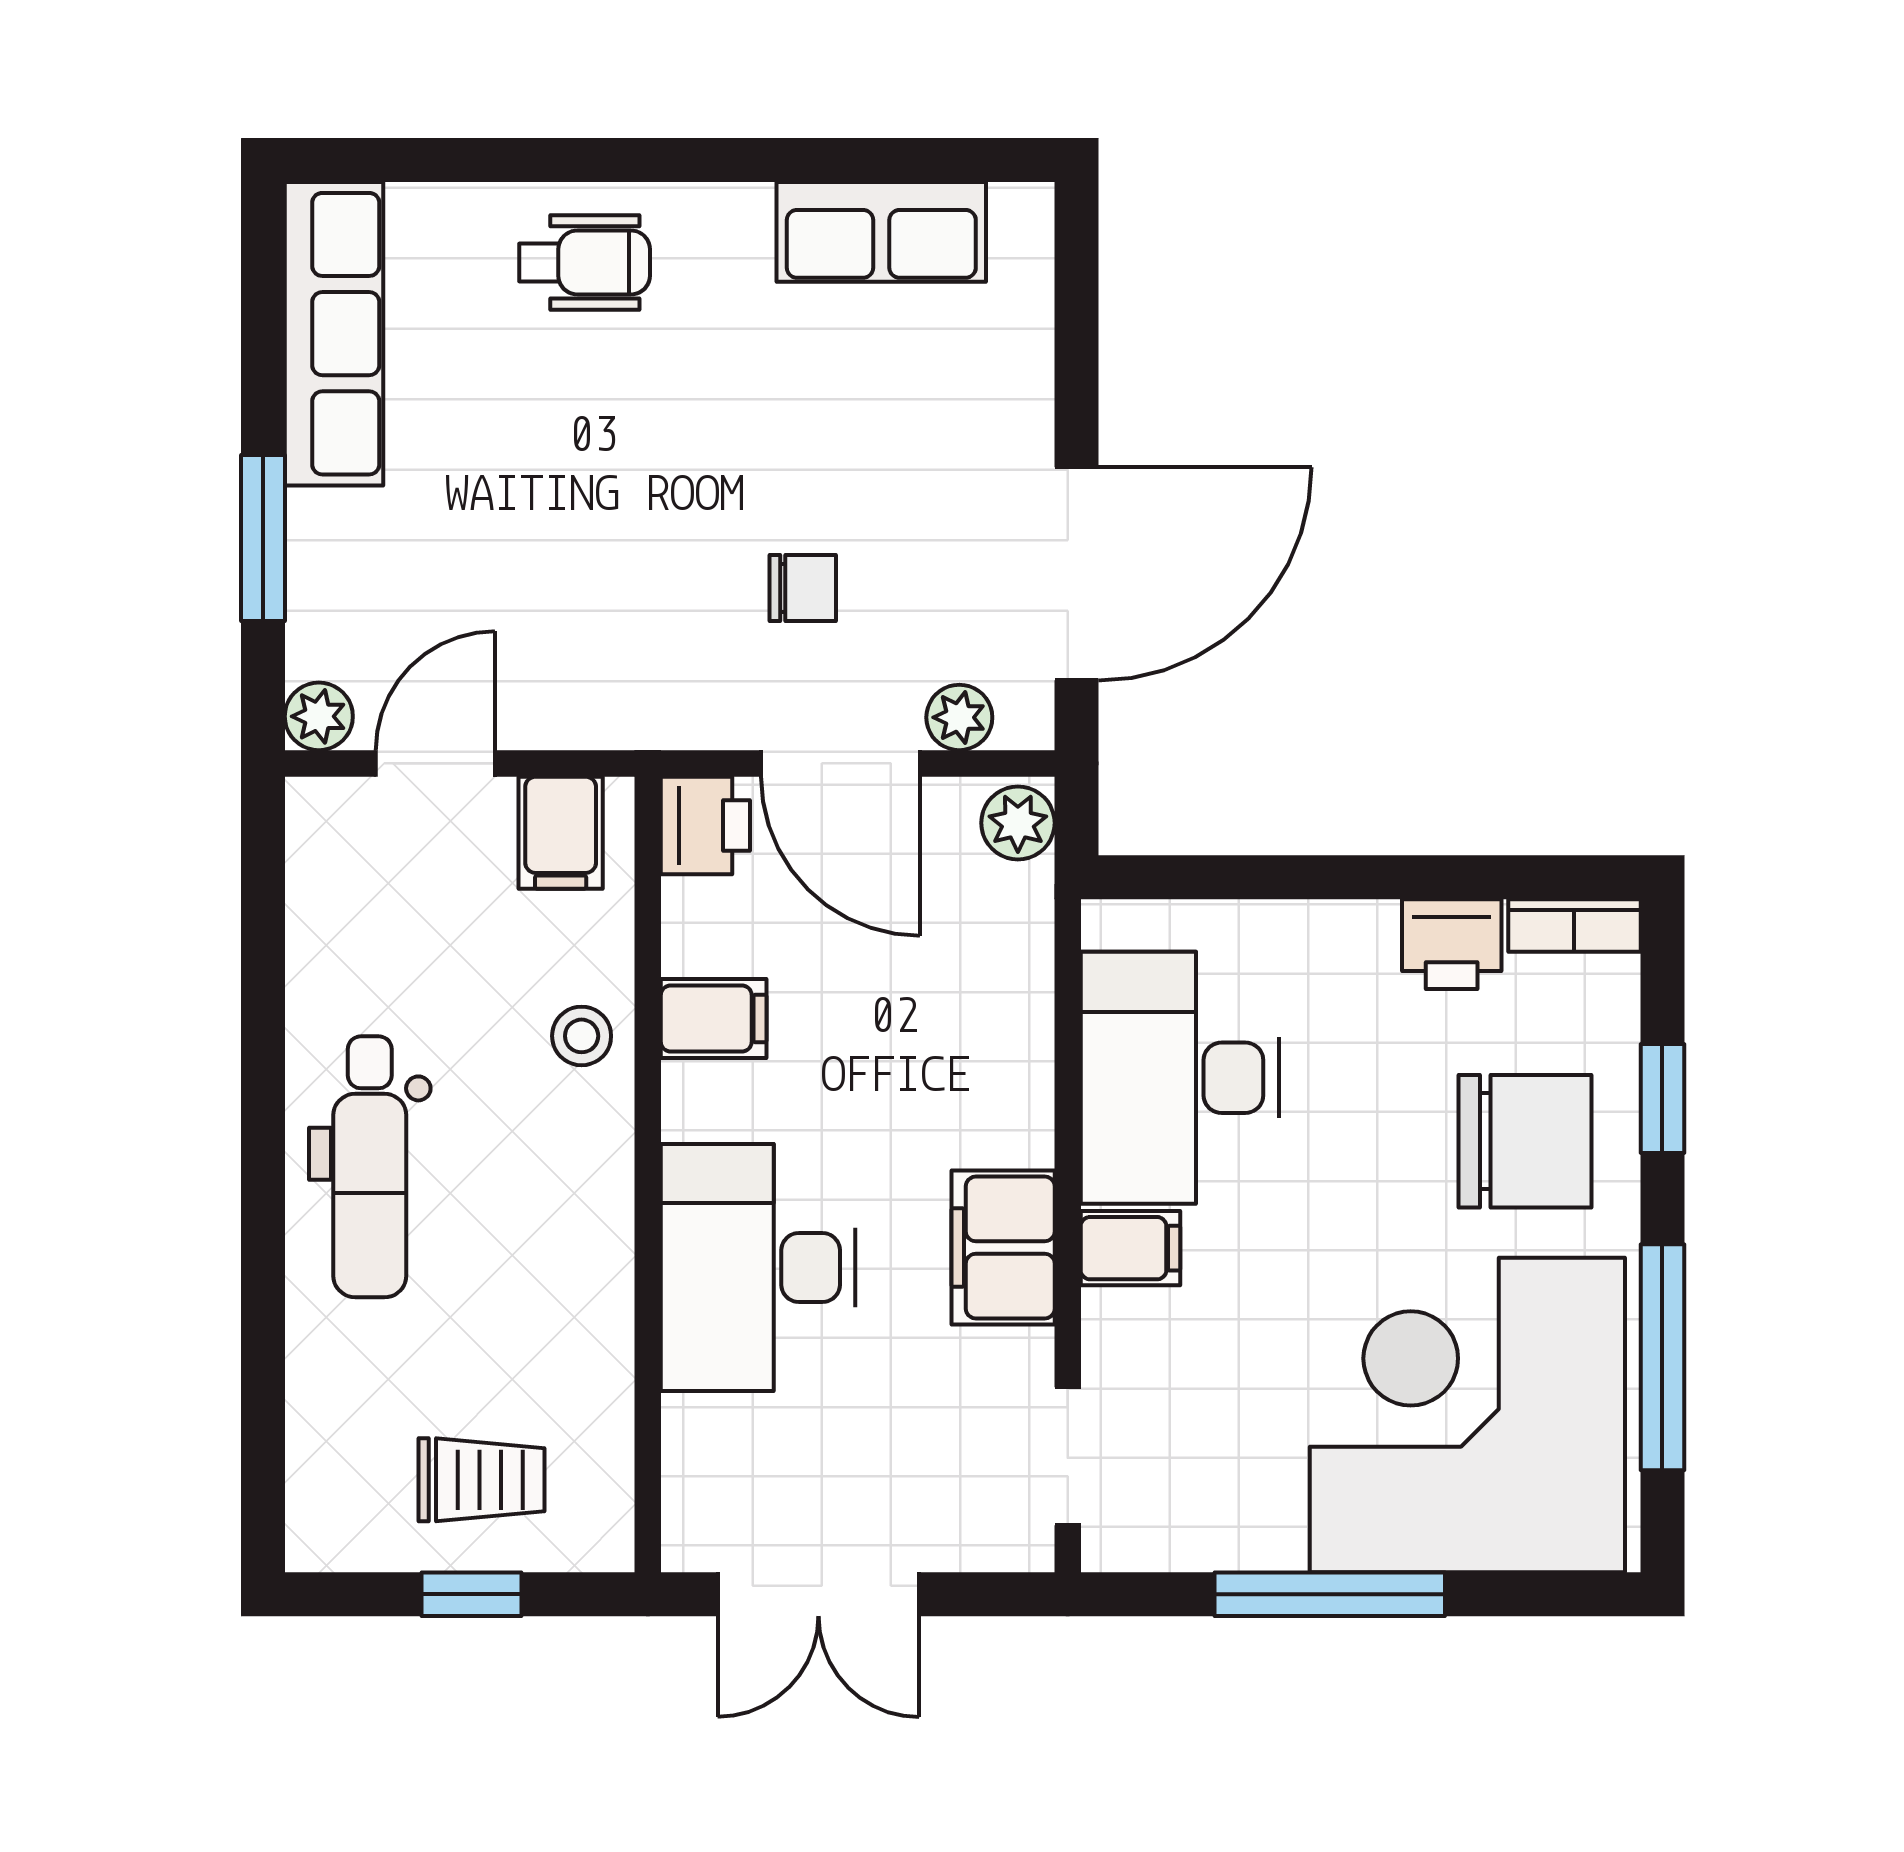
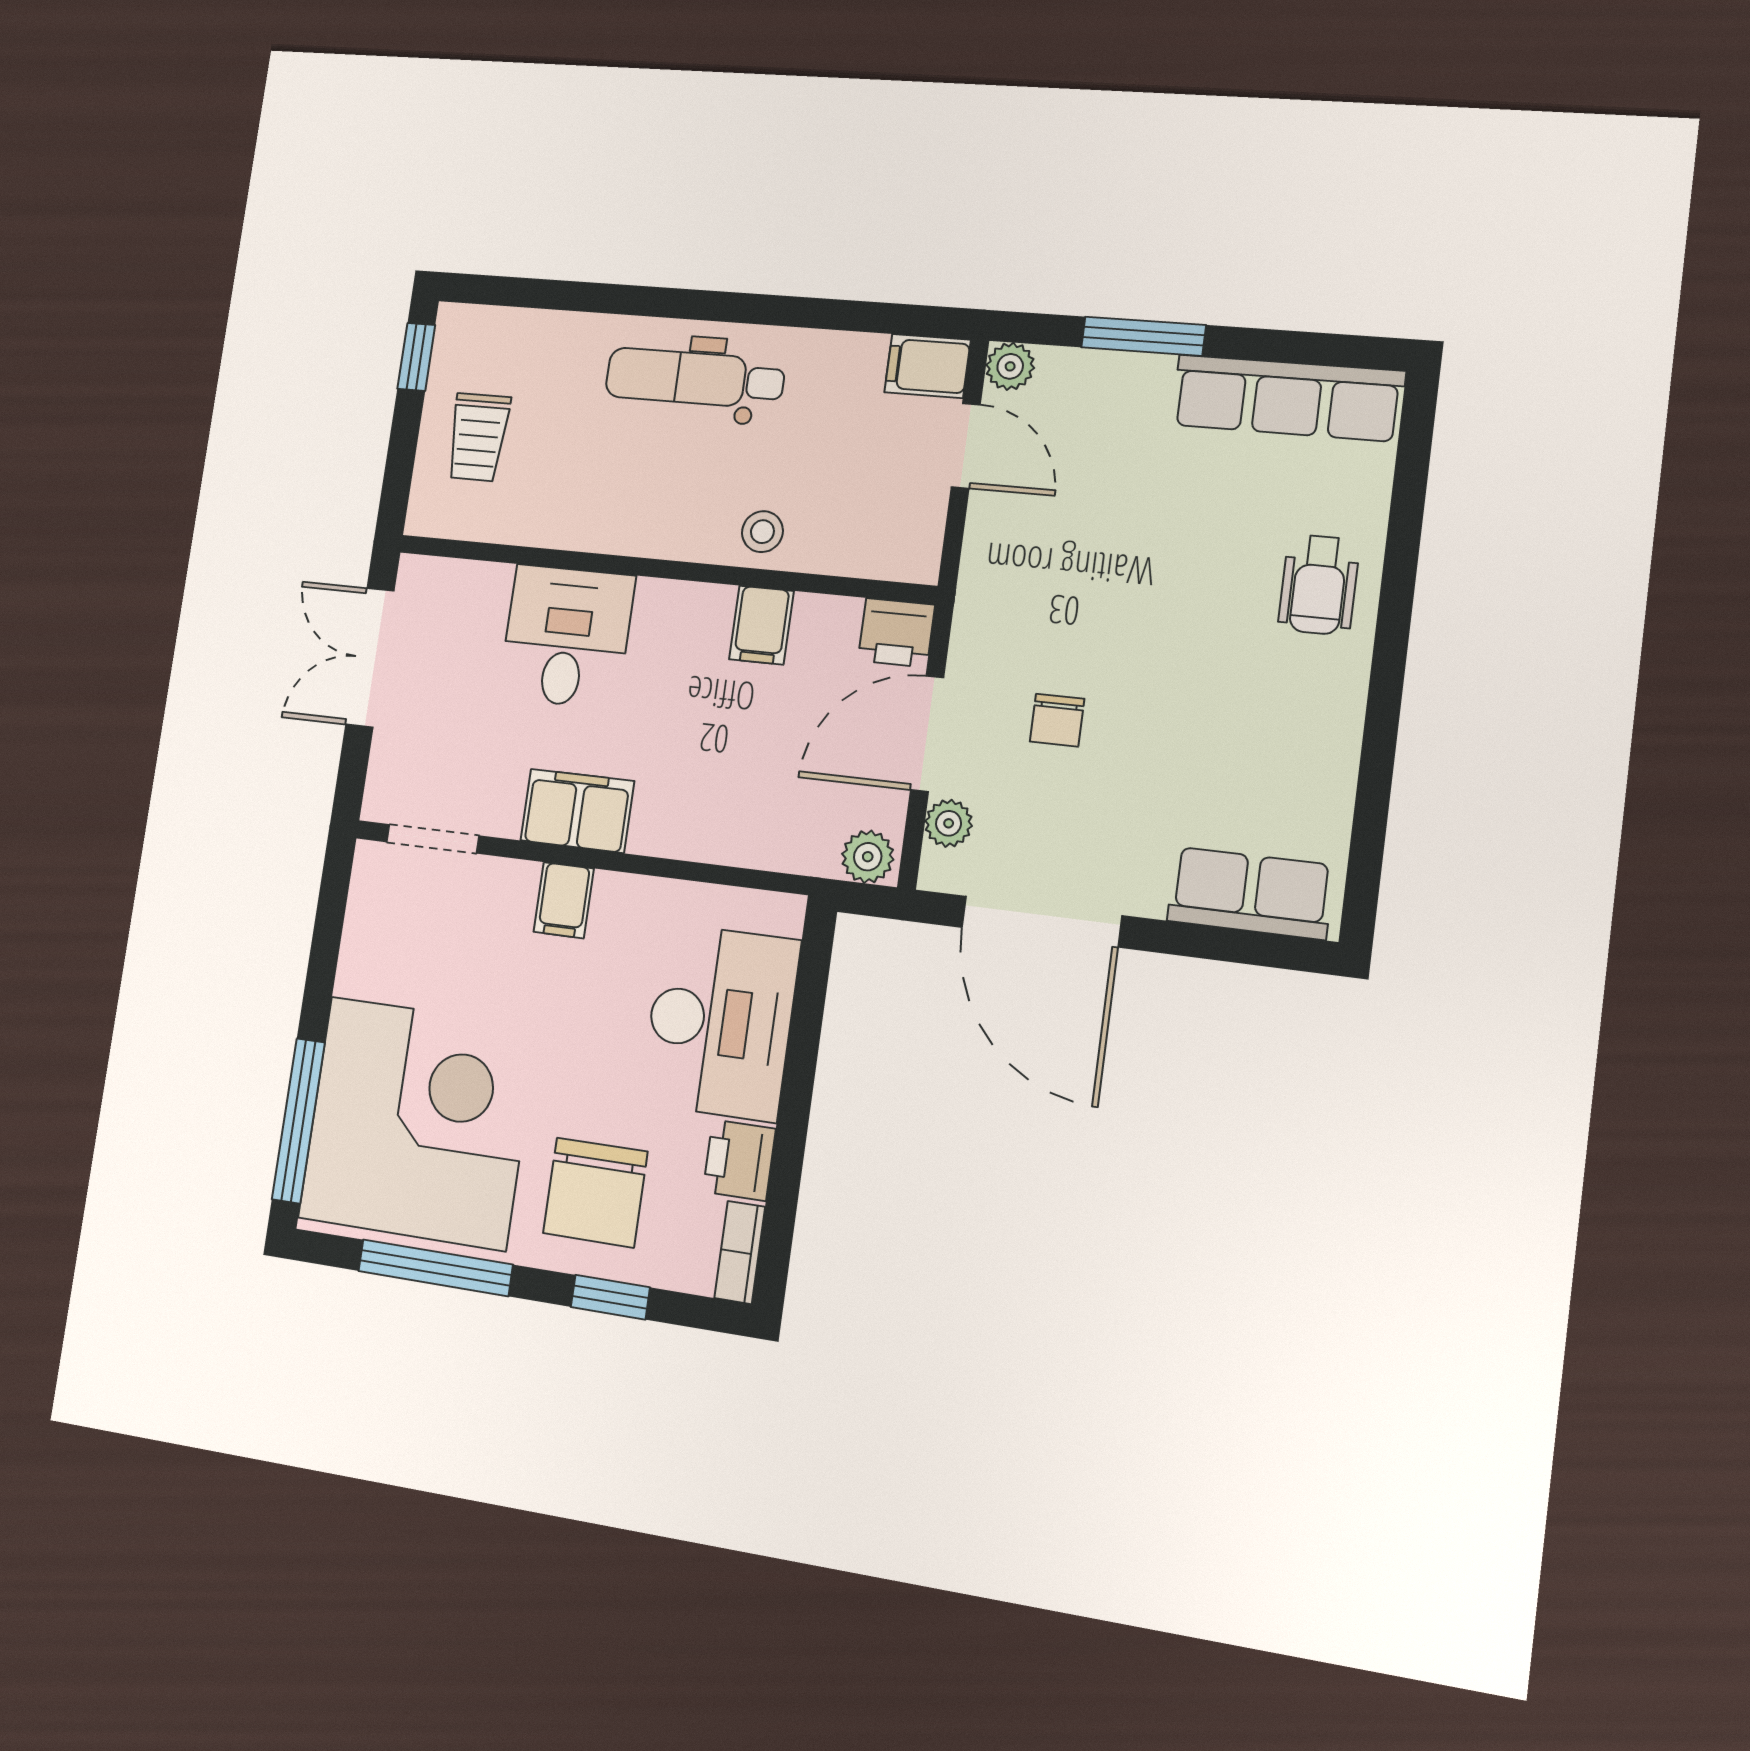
row of seats: (881, 232) -> (1250, 893), moved, turned 90
filing cabinet: (561, 833) -> (927, 366), moved
desk: (1180, 1078) -> (720, 1022), moved, turned 90
desk: (758, 1267) -> (567, 637), width x0.73
window: (471, 1594) -> (416, 357), moved
window: (1330, 1594) -> (299, 1121), moved

